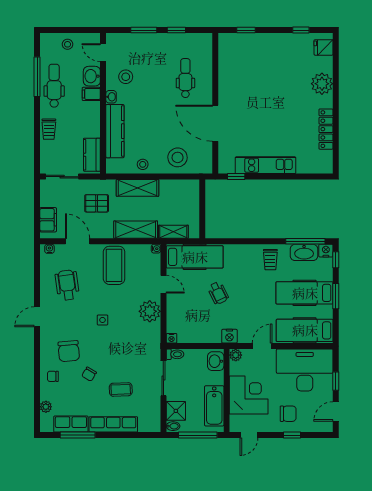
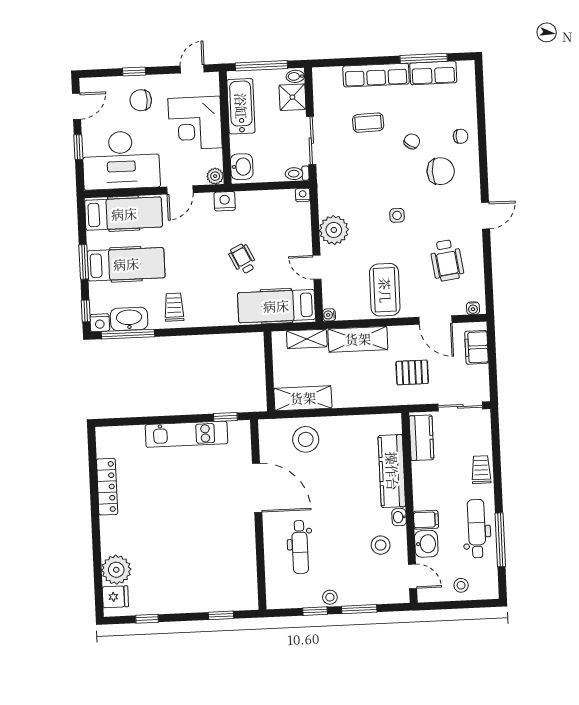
plant: (322, 84) -> (116, 570), moved
dental chair: (54, 86) -> (477, 529), turned 180
stool: (143, 164) -> (330, 597), moved
shelving: (138, 188) -> (303, 398), moved
chair: (69, 351) -> (441, 171), turned 95
plant: (46, 407) -> (468, 95), removed

